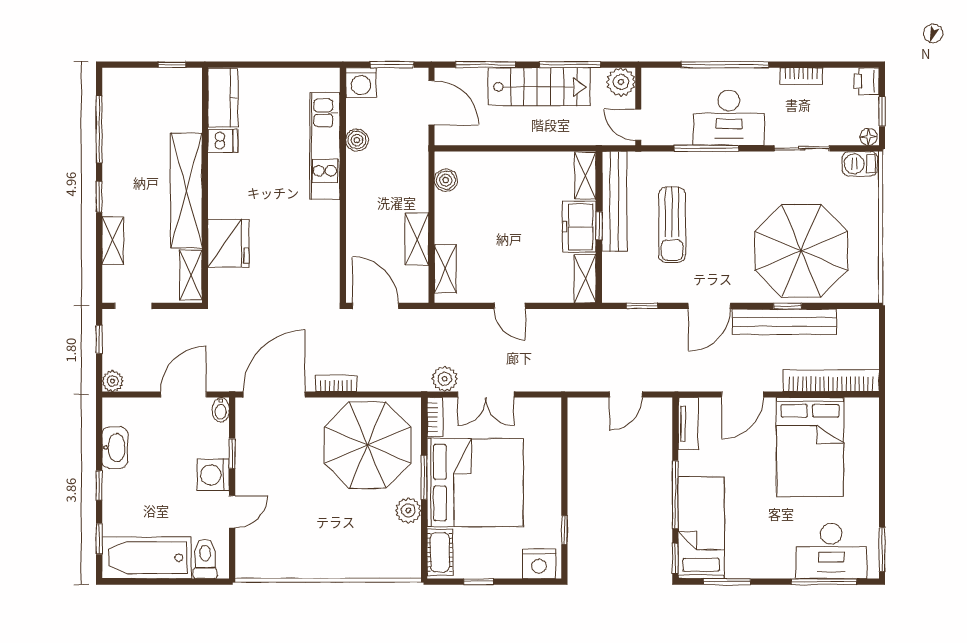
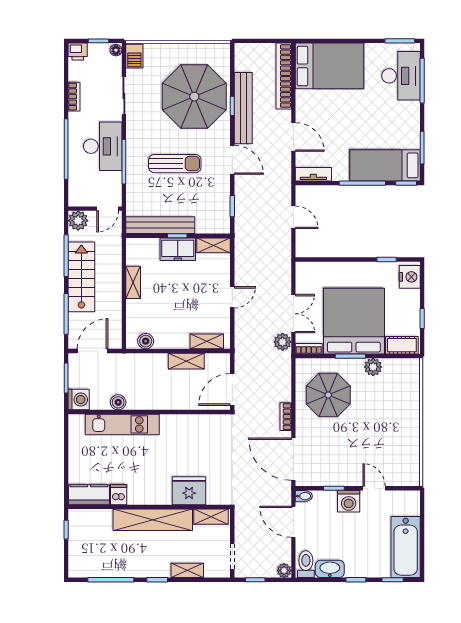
shelving: (585, 176) -> (133, 282), moved, turned 90
sun lounger: (672, 225) -> (175, 164), moved
parasol: (368, 445) -> (328, 395), width x0.73, depth x0.73
bed: (810, 447) -> (329, 66), moved
toilet: (205, 559) -> (306, 564), moved, turned 90

